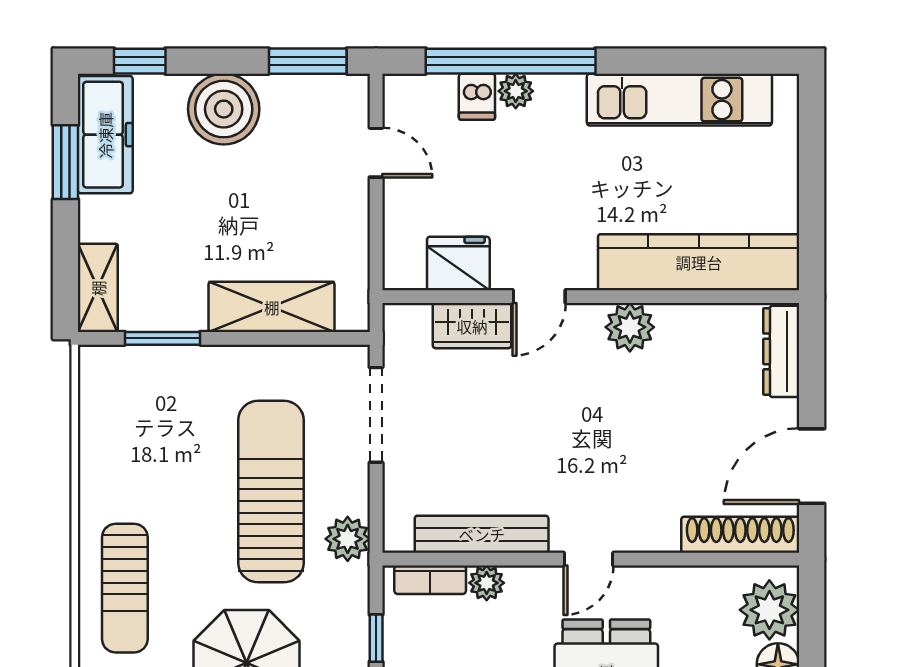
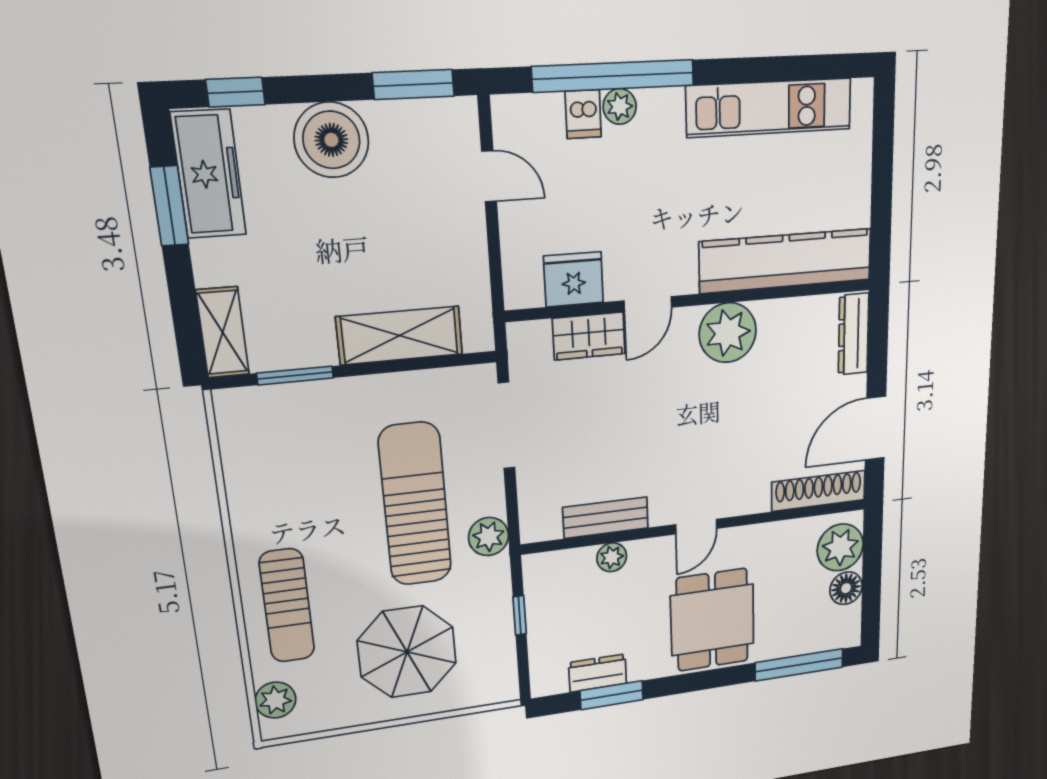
plant: (630, 327) -> (728, 333), width x1.36, depth x1.36
bench: (482, 534) -> (606, 518), width x0.73
bookcase: (430, 580) -> (563, 561), removed

